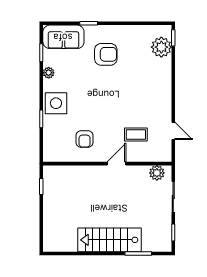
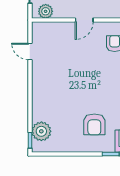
armchair: (106, 54) -> (94, 124), turned -90
coffee table: (136, 134) -> (66, 48), removed

